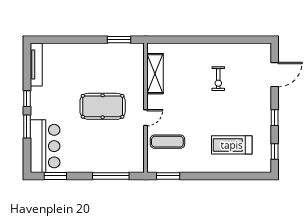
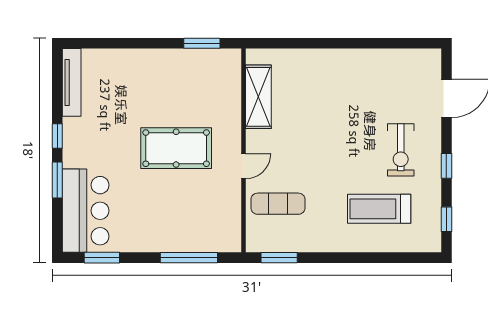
exercise bike: (218, 79) -> (401, 150), moved, width x1.38, depth x1.39

